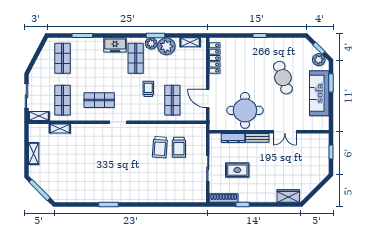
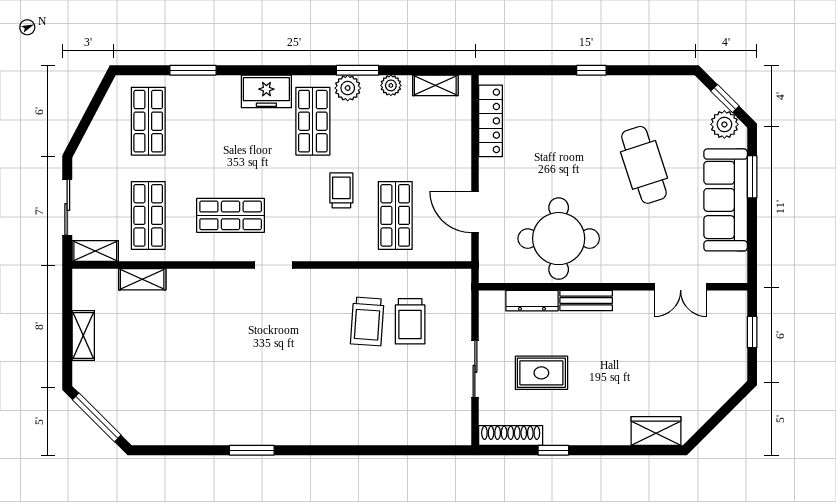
plant: (166, 46) -> (391, 85), width x0.53, depth x0.53
double door: (285, 132) -> (681, 287), moved

